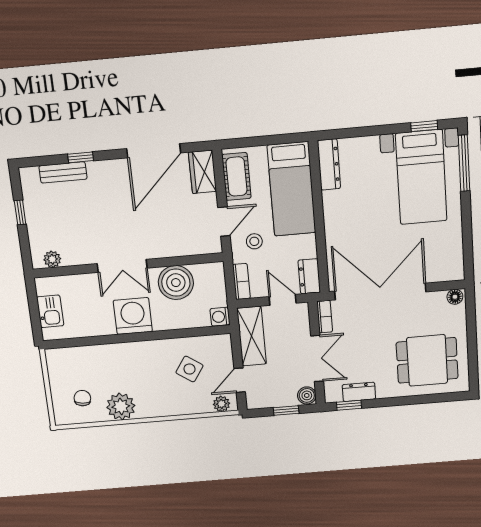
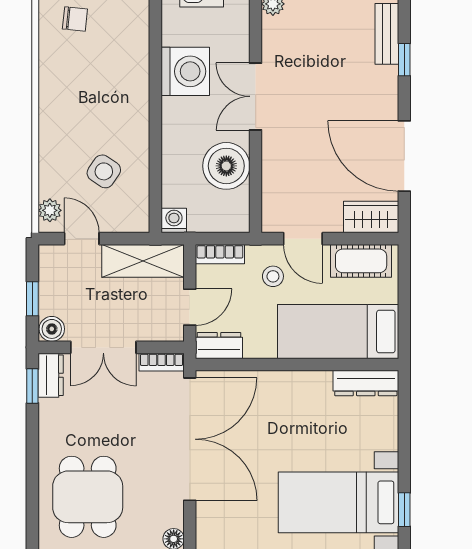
washing machine: (133, 316) -> (185, 71), moved
dresser: (359, 392) -> (51, 375), moved
plant: (121, 406) -> (58, 71), removed

